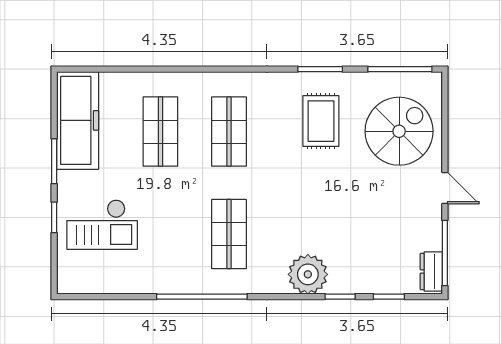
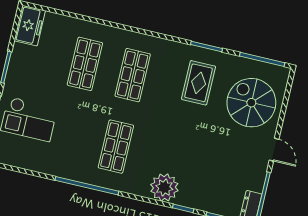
freezer: (78, 120) -> (30, 26), width x0.52, depth x0.79
spiral stairs: (399, 131) -> (251, 103), turned -90

